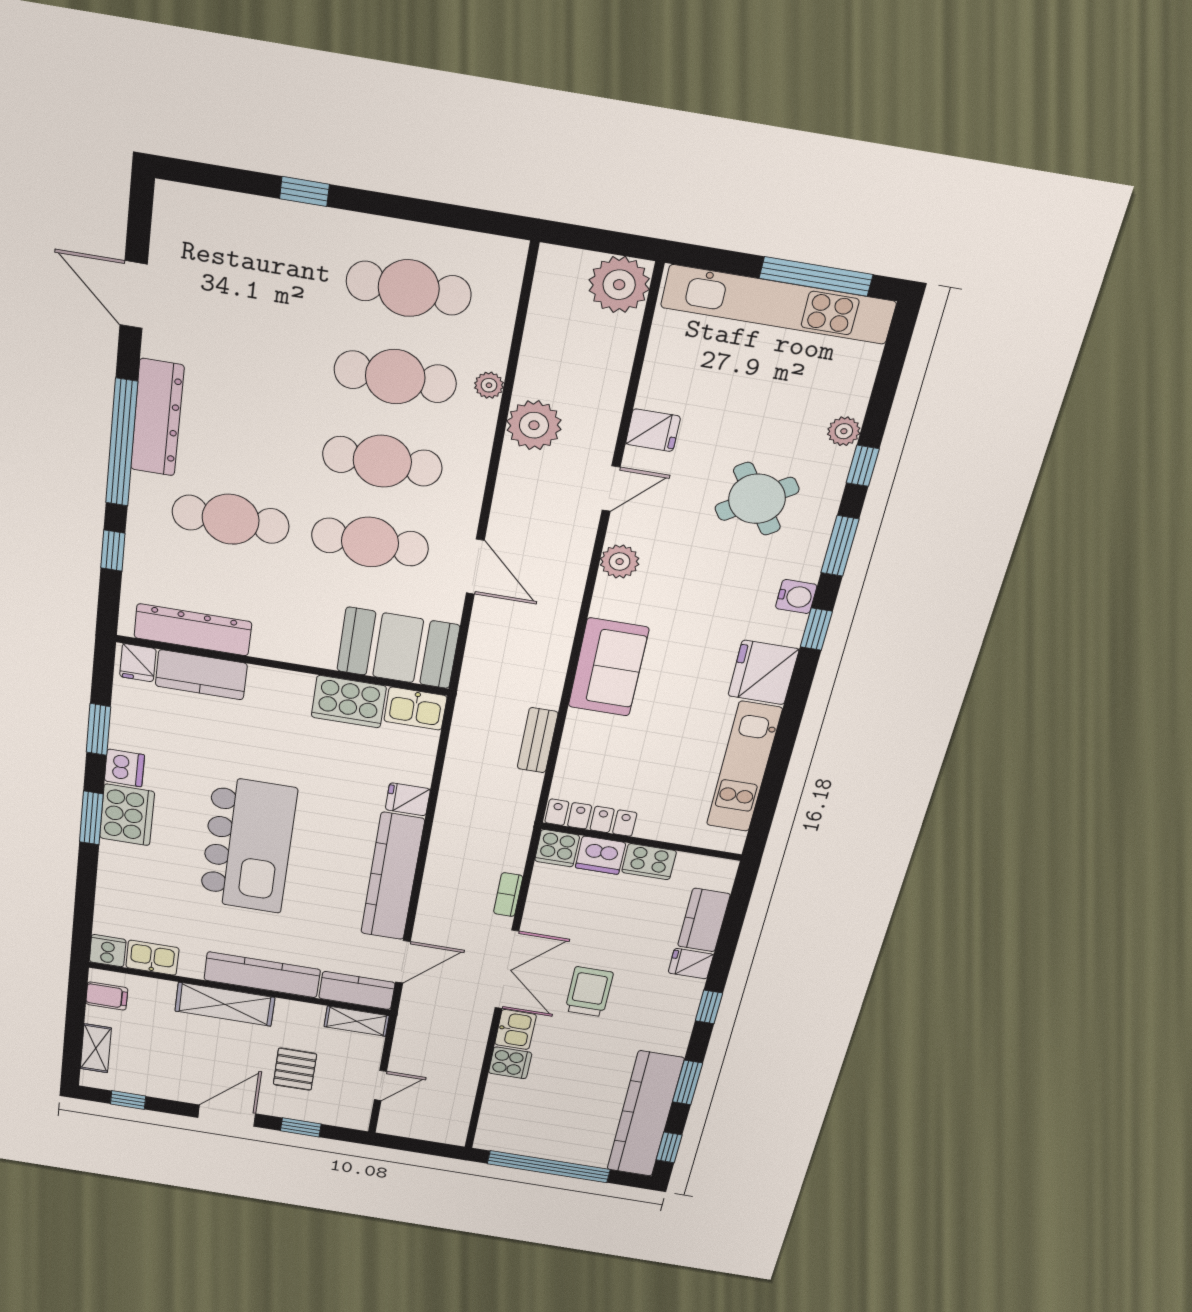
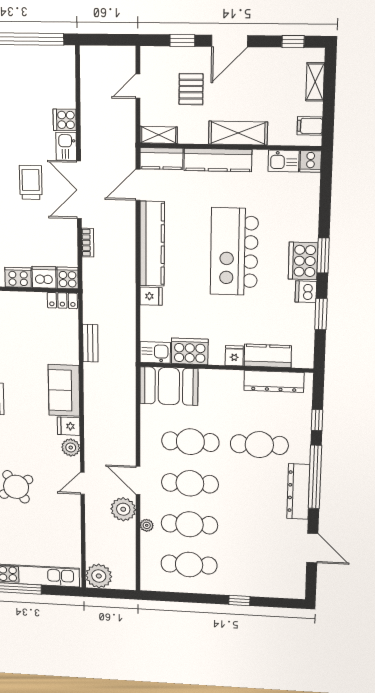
fridge: (653, 430) -> (69, 426), moved
door: (475, 567) -> (138, 480), moved
fridge: (138, 663) -> (234, 356), moved
locker: (591, 818) -> (62, 301), width x0.66
trolley: (589, 992) -> (31, 182), turned 180

